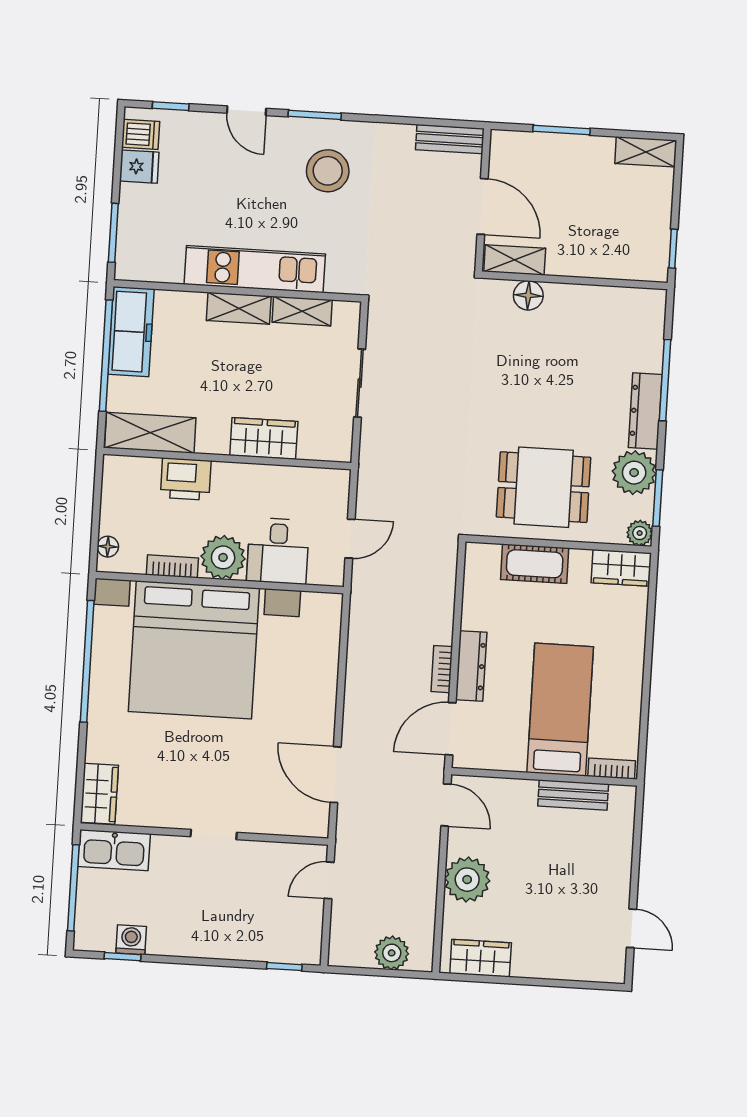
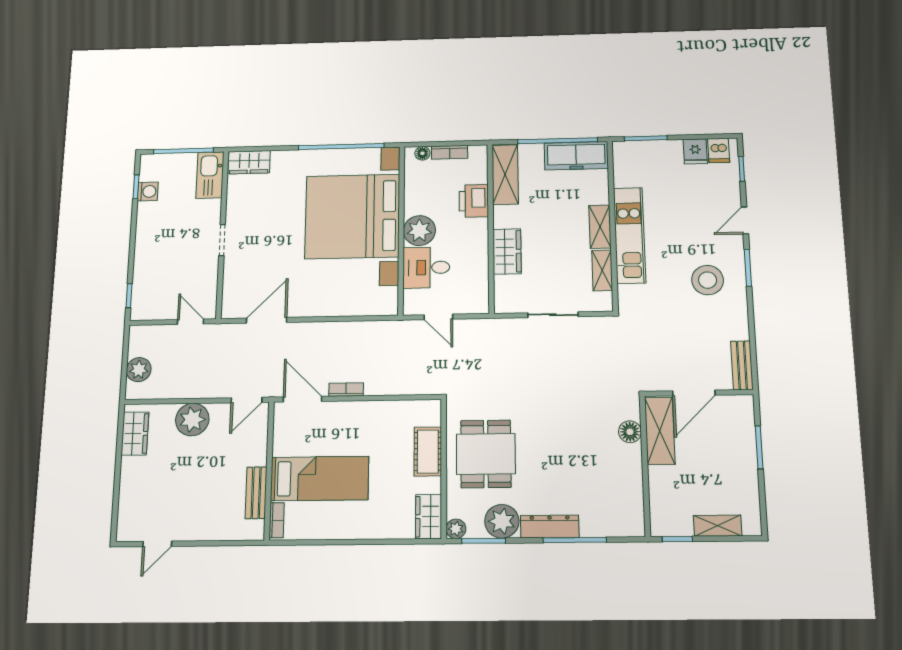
shelving: (646, 152) -> (718, 526), moved, turned 90
shelving: (515, 260) -> (660, 431), width x1.50, depth x1.33
bookcase: (172, 566) -> (450, 152), moved, turned 90
dresser: (471, 666) -> (349, 411), removed

